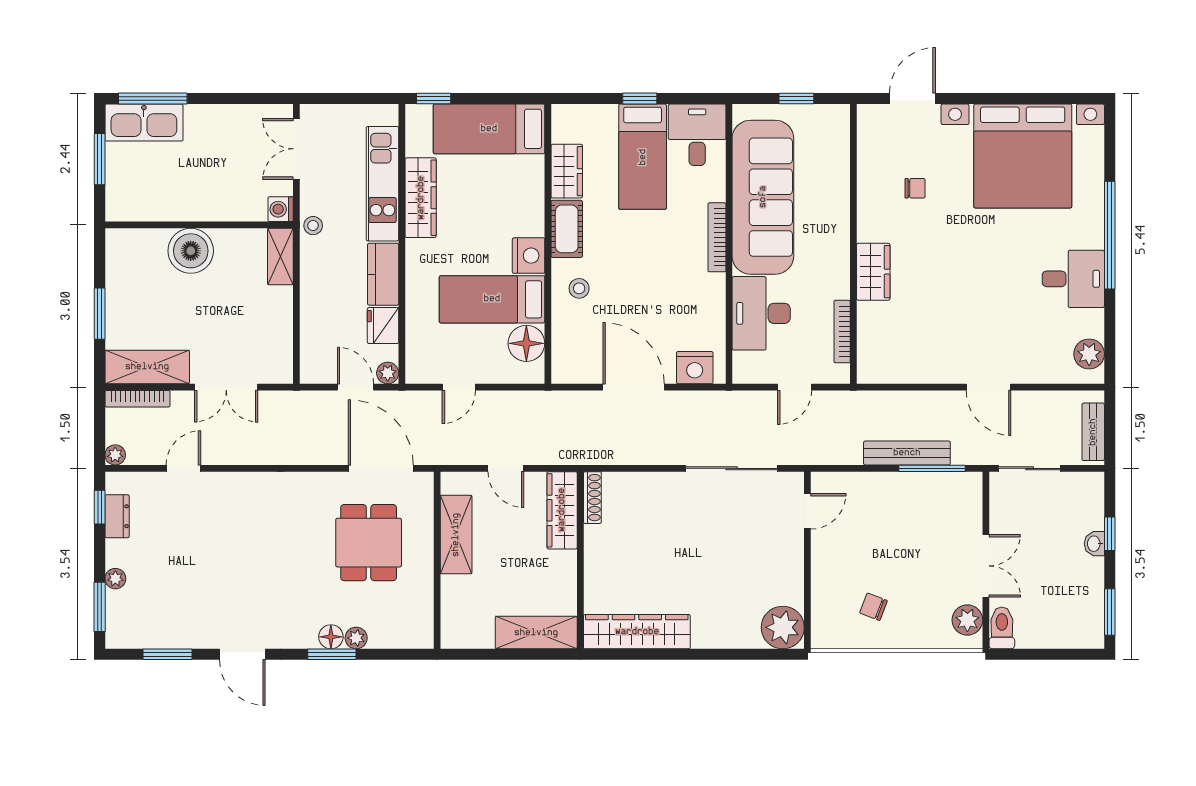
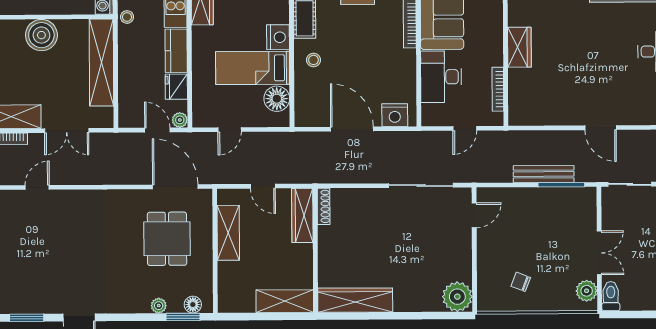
shelving: (280, 257) -> (101, 63), width x2.20, depth x1.33
floor lamp: (331, 637) -> (193, 305), moved
window: (332, 654) -> (183, 317), moved

